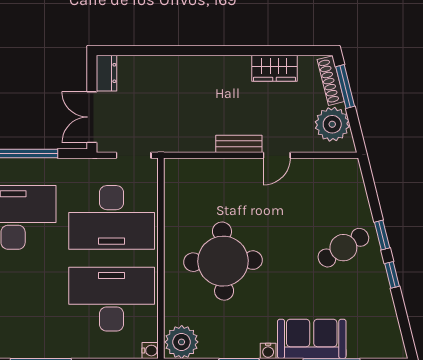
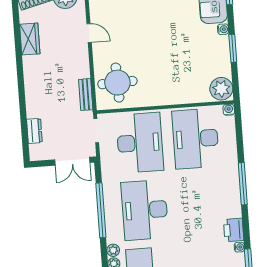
dresser: (106, 73) -> (34, 131), moved, turned 90
bench: (239, 144) -> (86, 95), moved
round table: (223, 261) -> (117, 83), moved, width x0.73, depth x0.73

